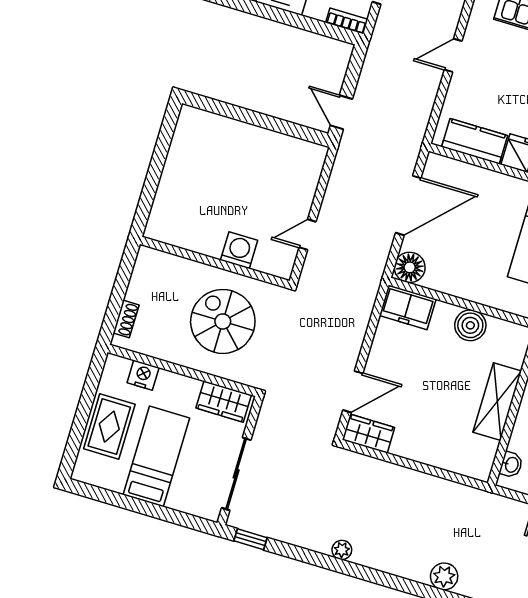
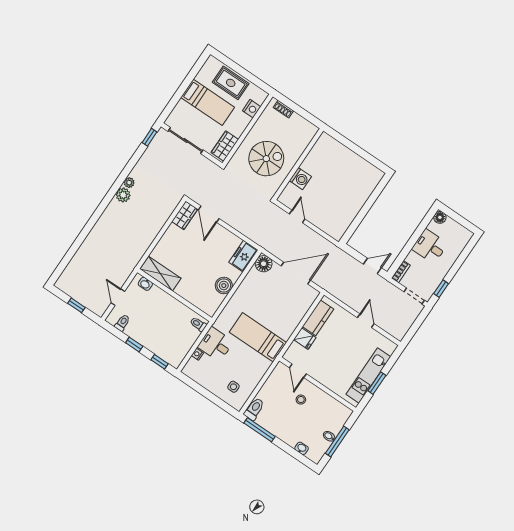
door: (341, 112) -> (372, 266), moved
door: (408, 205) -> (296, 273), swing flipped
shelving: (497, 402) -> (160, 274), moved
plant: (444, 576) -> (123, 195), moved

